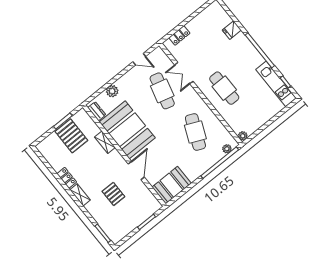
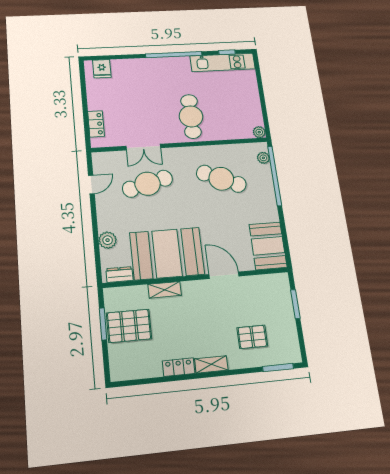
fridge: (232, 30) -> (102, 69), moved
cafe table: (224, 88) -> (191, 116), turned 90
cafe table: (162, 91) -> (148, 184), turned -30
pallet: (113, 194) -> (252, 337), moved

